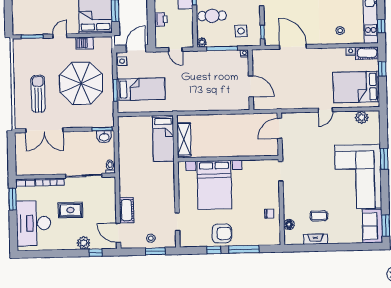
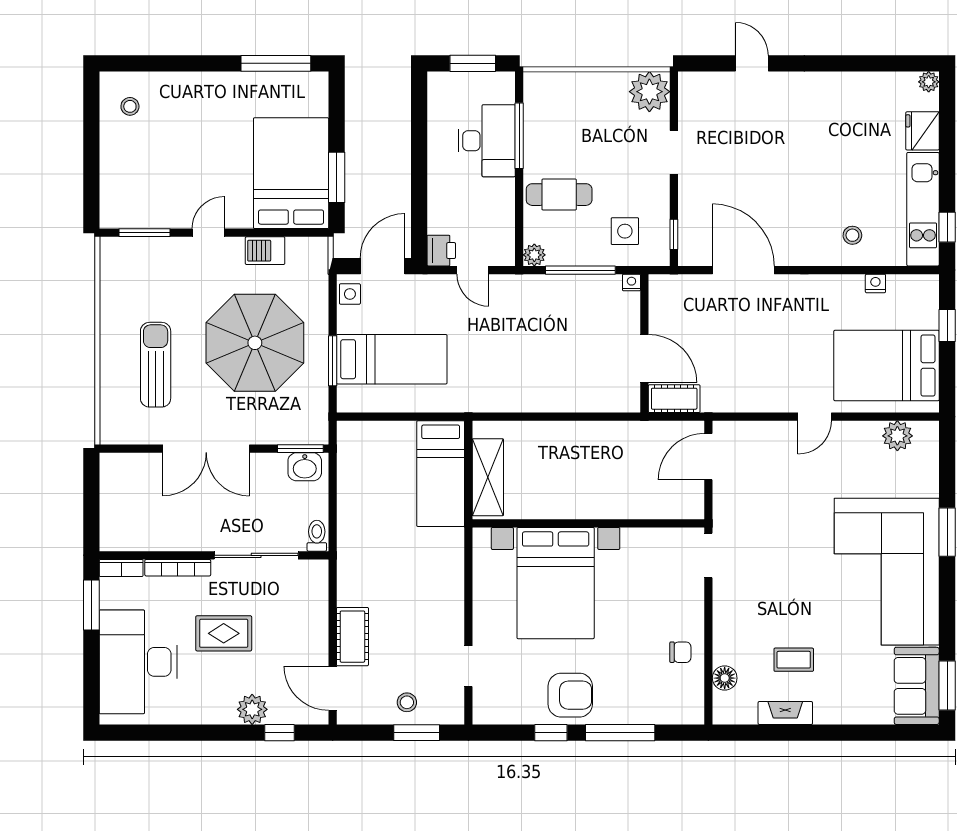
printer: (161, 19) -> (441, 251), moved
cot: (367, 53) -> (674, 399), moved
double door: (44, 130) -> (206, 449), moved

